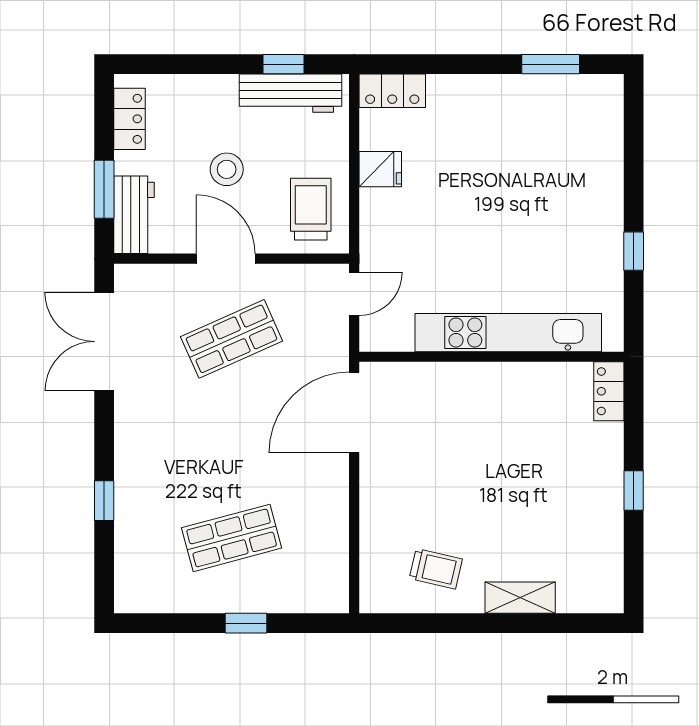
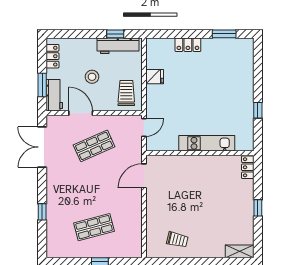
locker: (392, 91) -> (188, 45), moved
door: (226, 259) -> (81, 113), moved
kitchen unit: (508, 333) -> (207, 143), width x0.73
door: (354, 412) -> (144, 176), width x0.73
shelving: (520, 598) -> (240, 251), moved

